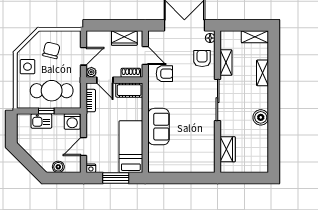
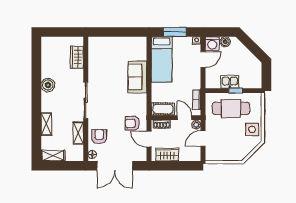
chair: (51, 50) -> (231, 144), removed
armchair: (202, 59) -> (99, 137), turned 180
kitchen sink: (41, 121) -> (230, 82), moved
washing machine: (72, 122) -> (212, 44), moved, turned 180

